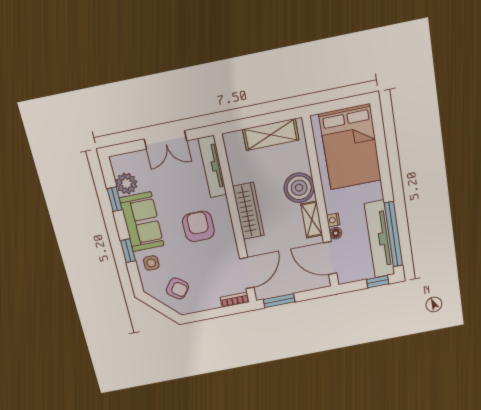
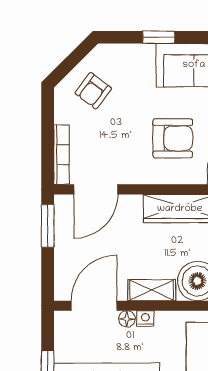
side table: (151, 263) -> (136, 64), removed
door: (247, 273) -> (96, 189), hinge flipped
bookcase: (235, 300) -> (62, 155), width x1.56

